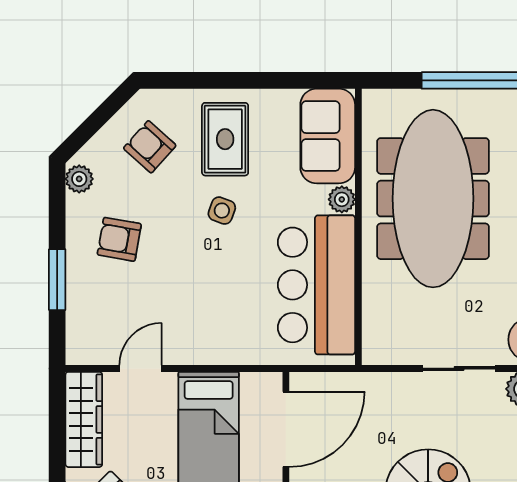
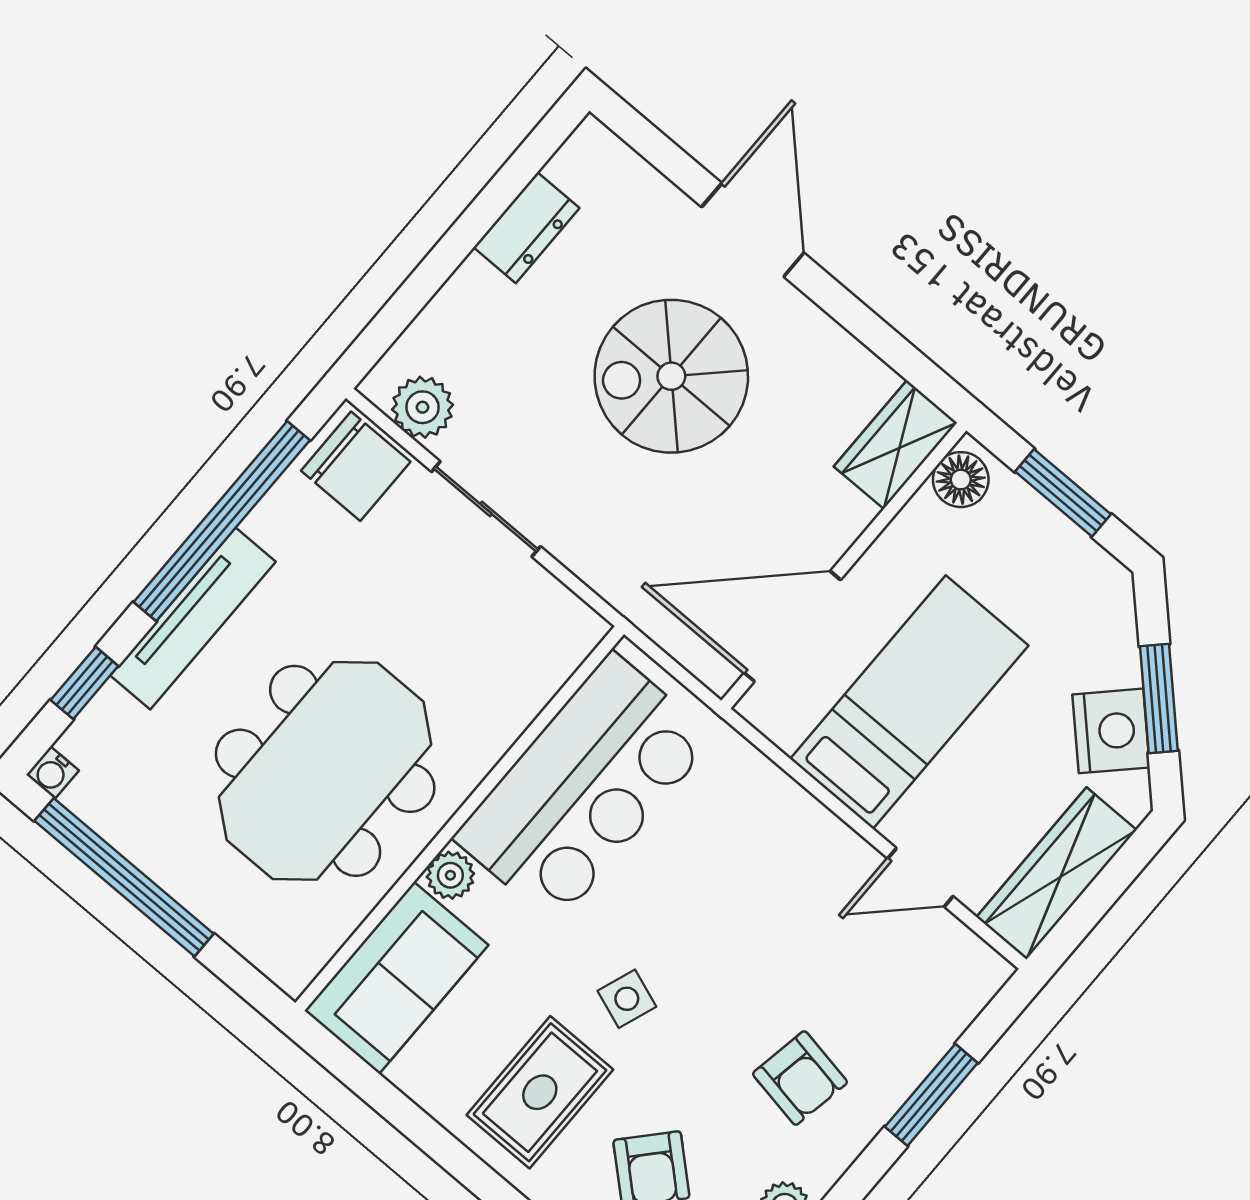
meeting table: (433, 199) -> (325, 771), width x0.73

